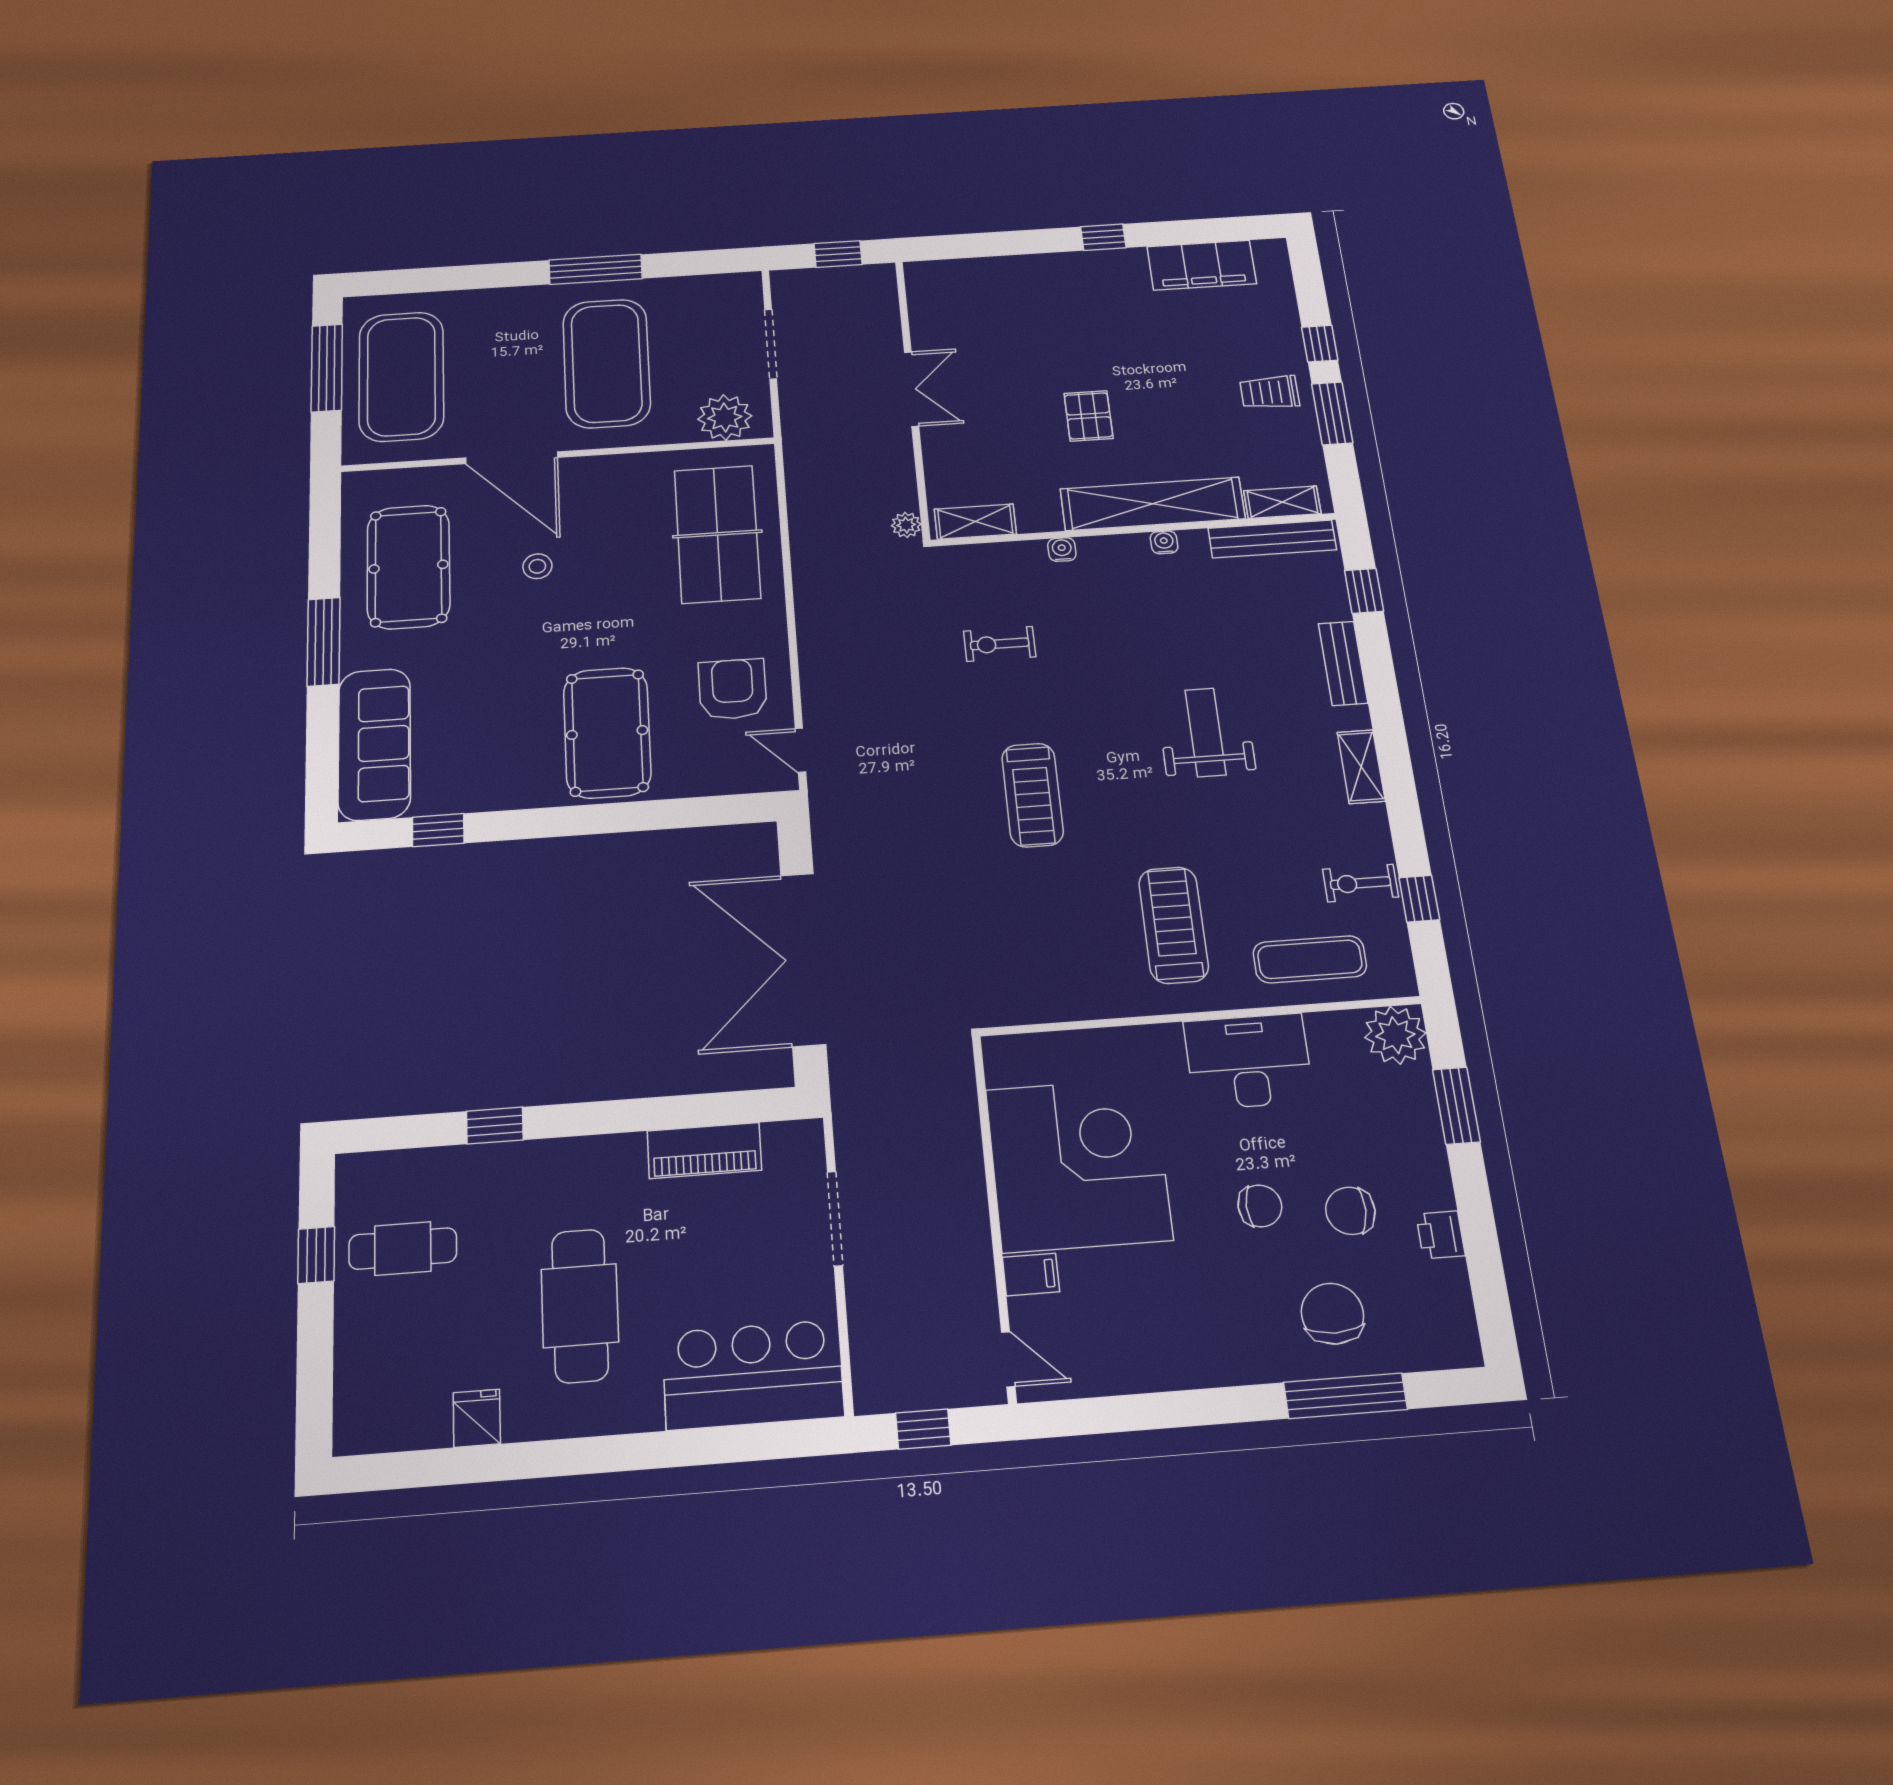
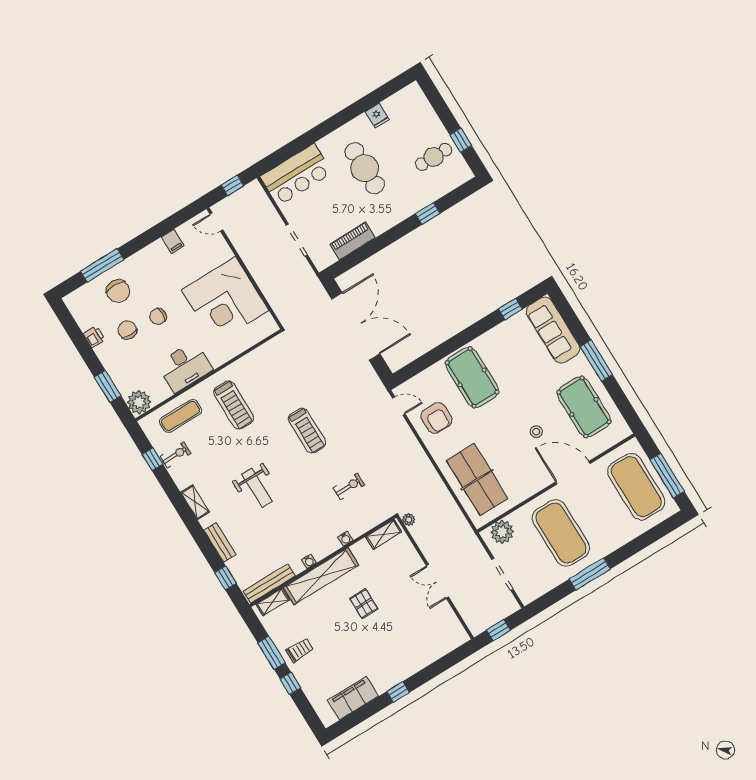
treadmill: (1033, 795) -> (307, 431), turned 180
chair: (1350, 1211) -> (127, 330), turned -93
filing cabinet: (1031, 1274) -> (173, 241), moved, turned -90

